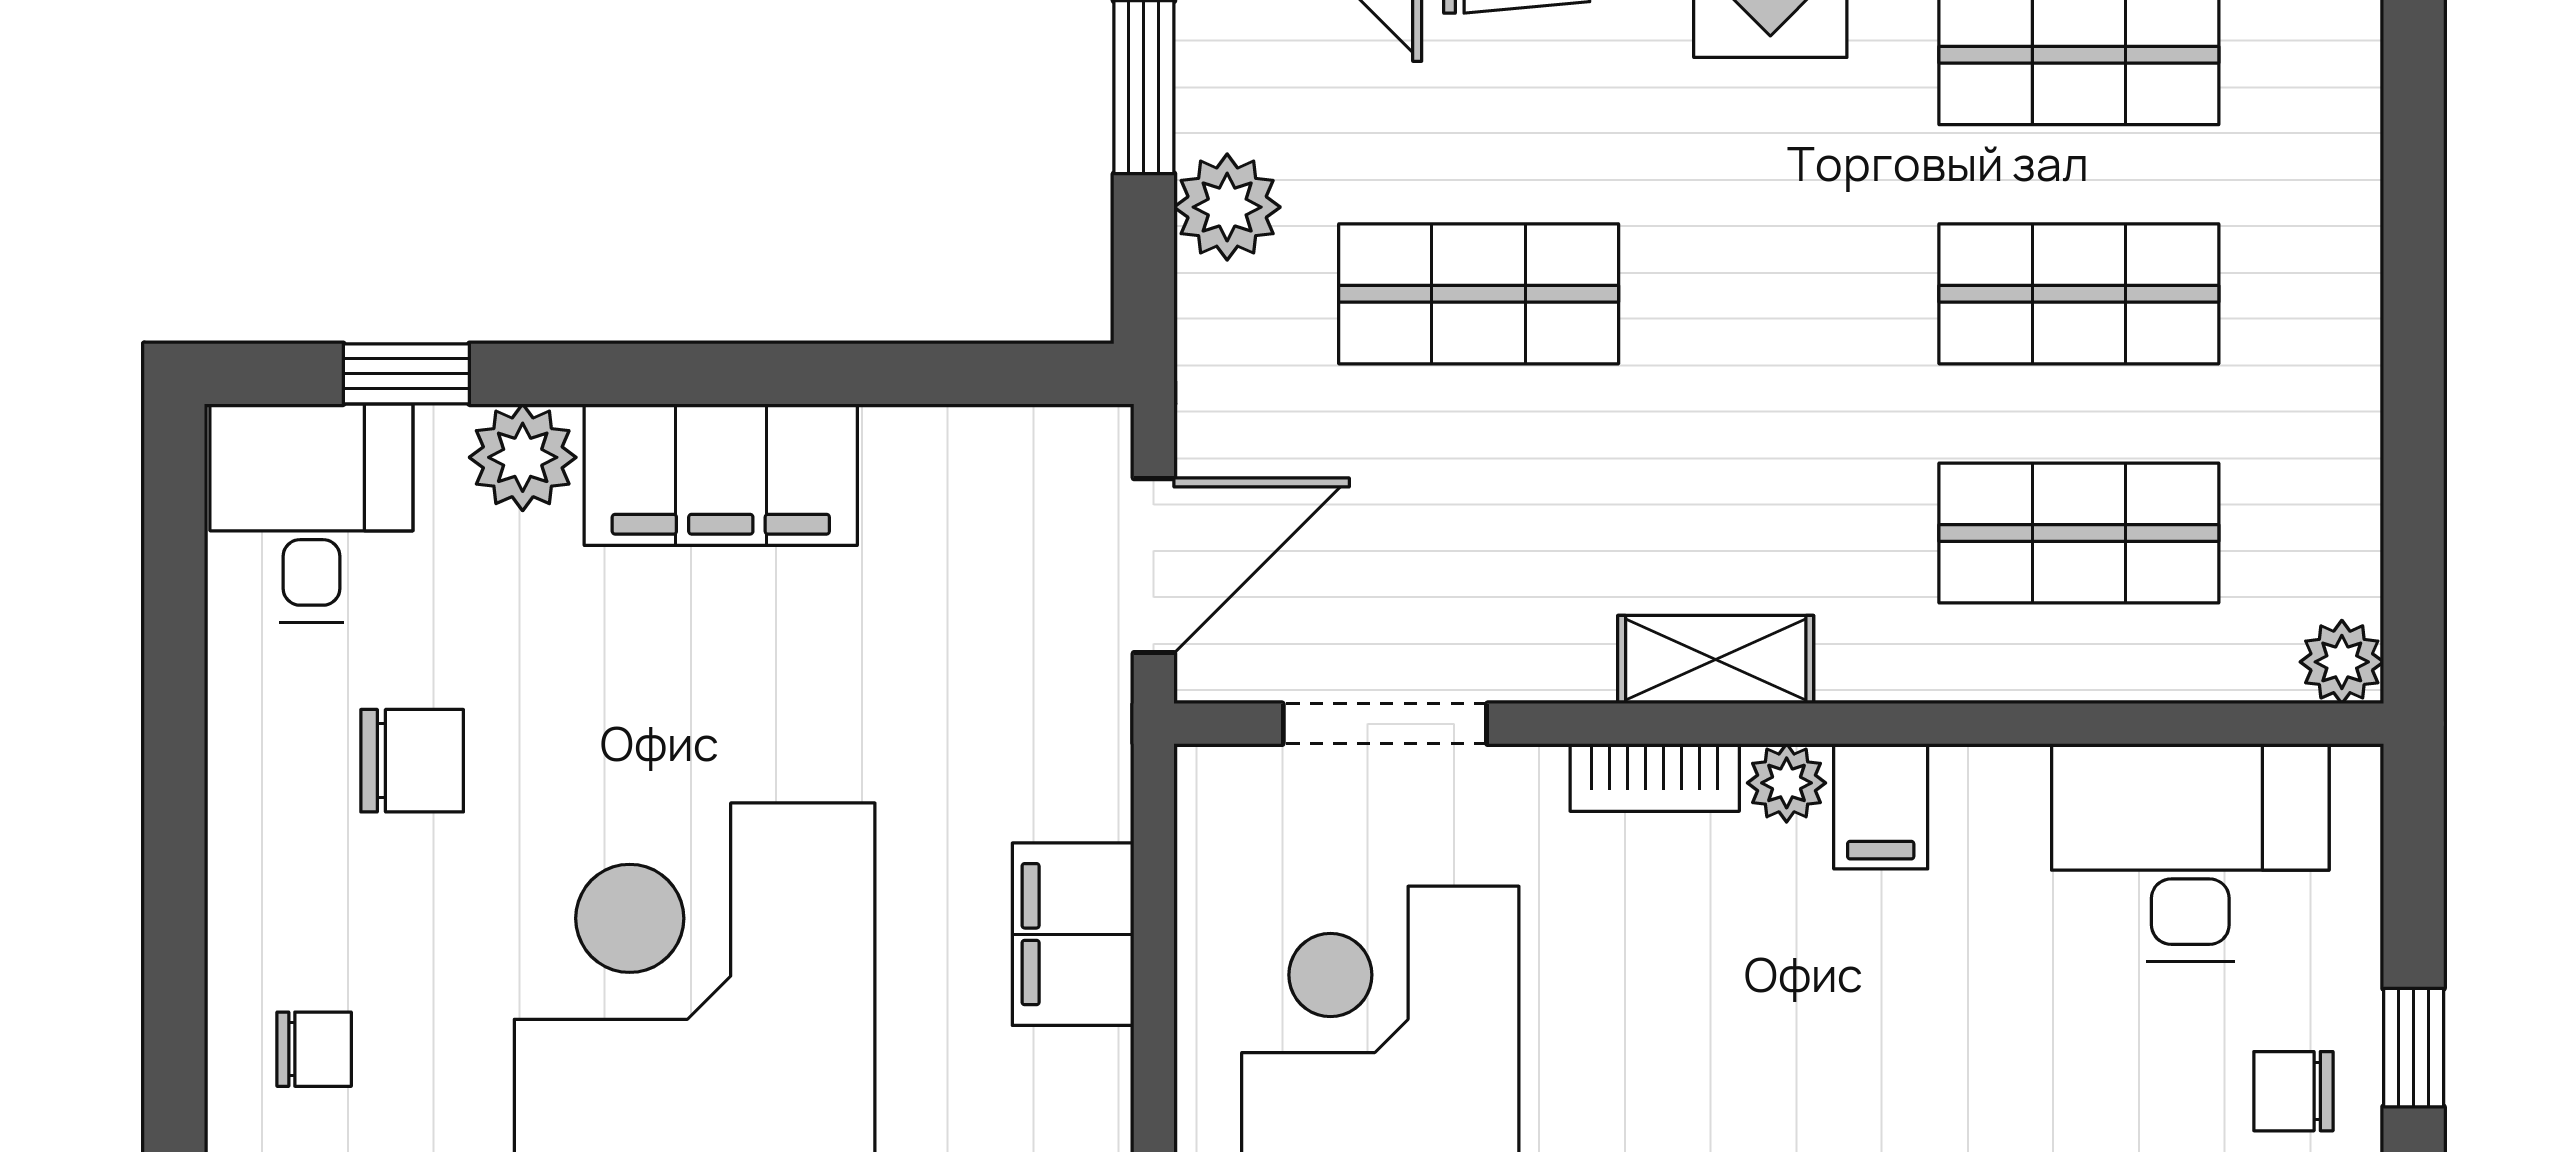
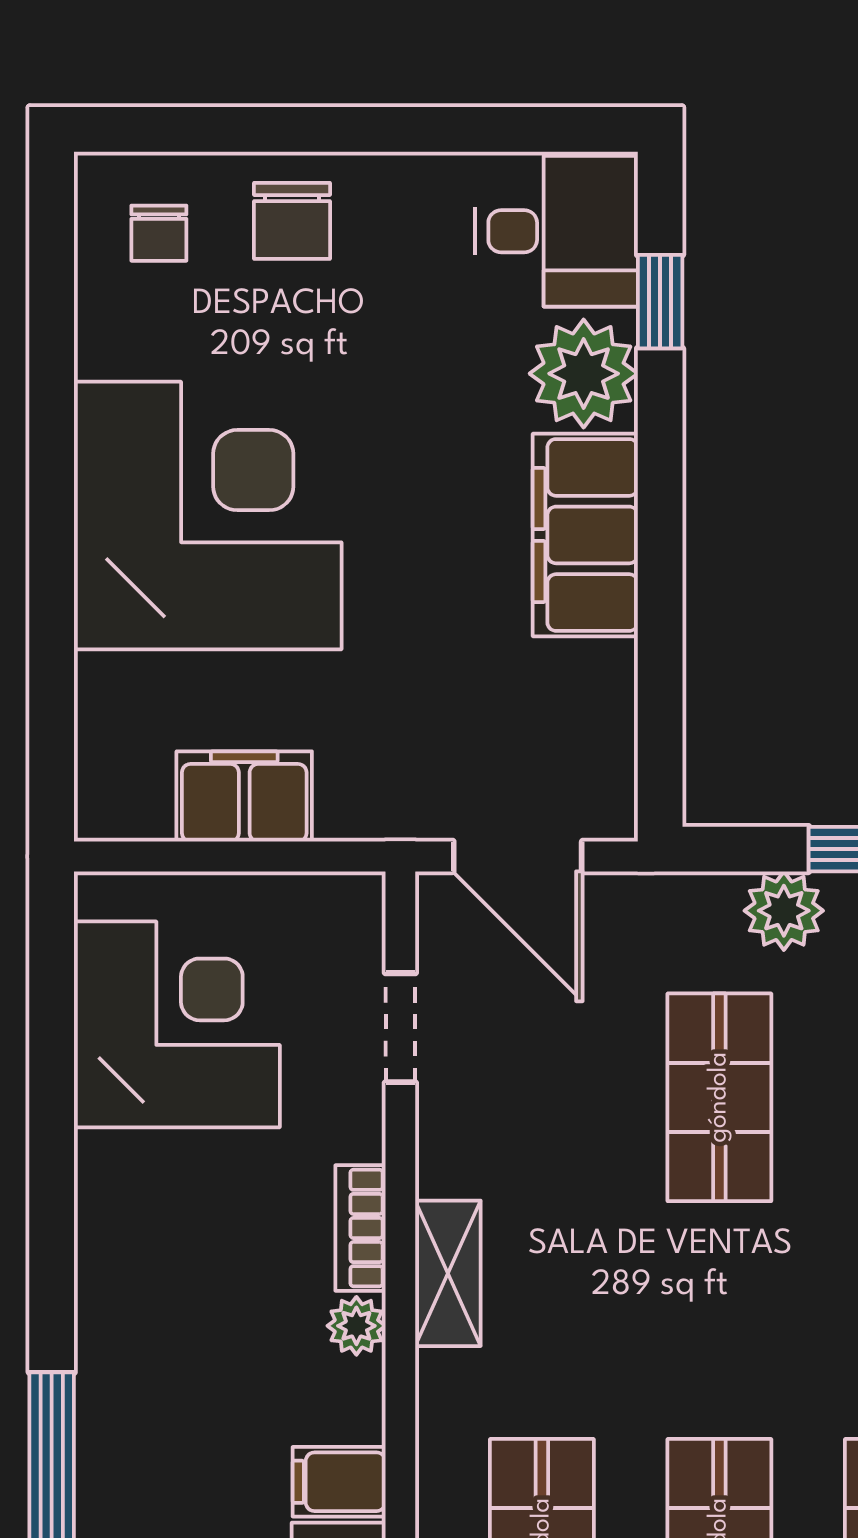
plant: (523, 457) -> (584, 374), width x1.36, depth x1.36
doorway: (1385, 724) -> (400, 1028), width x0.73
chair: (412, 761) -> (292, 221), moved
filing cabinet: (1881, 806) -> (339, 1482), moved

